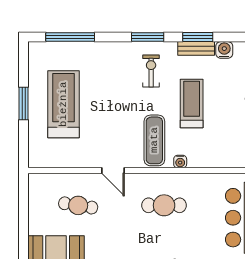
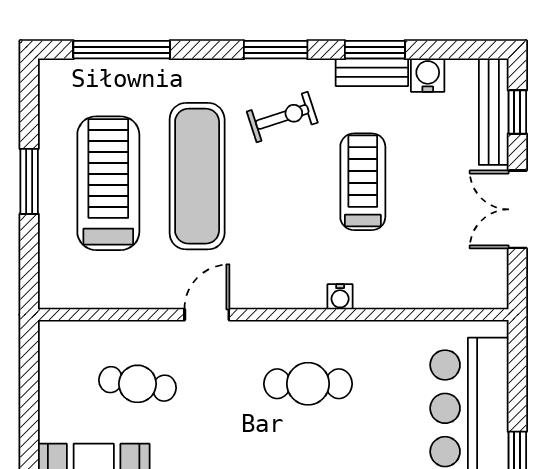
exercise bike: (151, 71) -> (282, 117), turned 72
exercise mat: (154, 140) -> (197, 176), moved, width x1.36, depth x1.45
door: (113, 171) -> (207, 315), swing flipped

